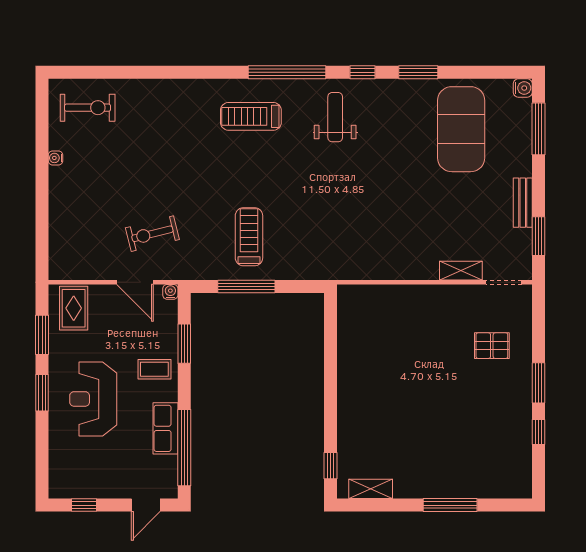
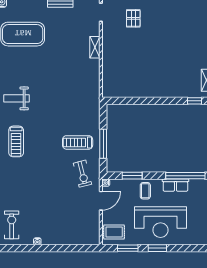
exercise bike: (152, 234) -> (82, 174), moved
shelving: (461, 271) -> (95, 47), moved
reception desk: (93, 399) -> (160, 222), width x1.36, depth x1.30

